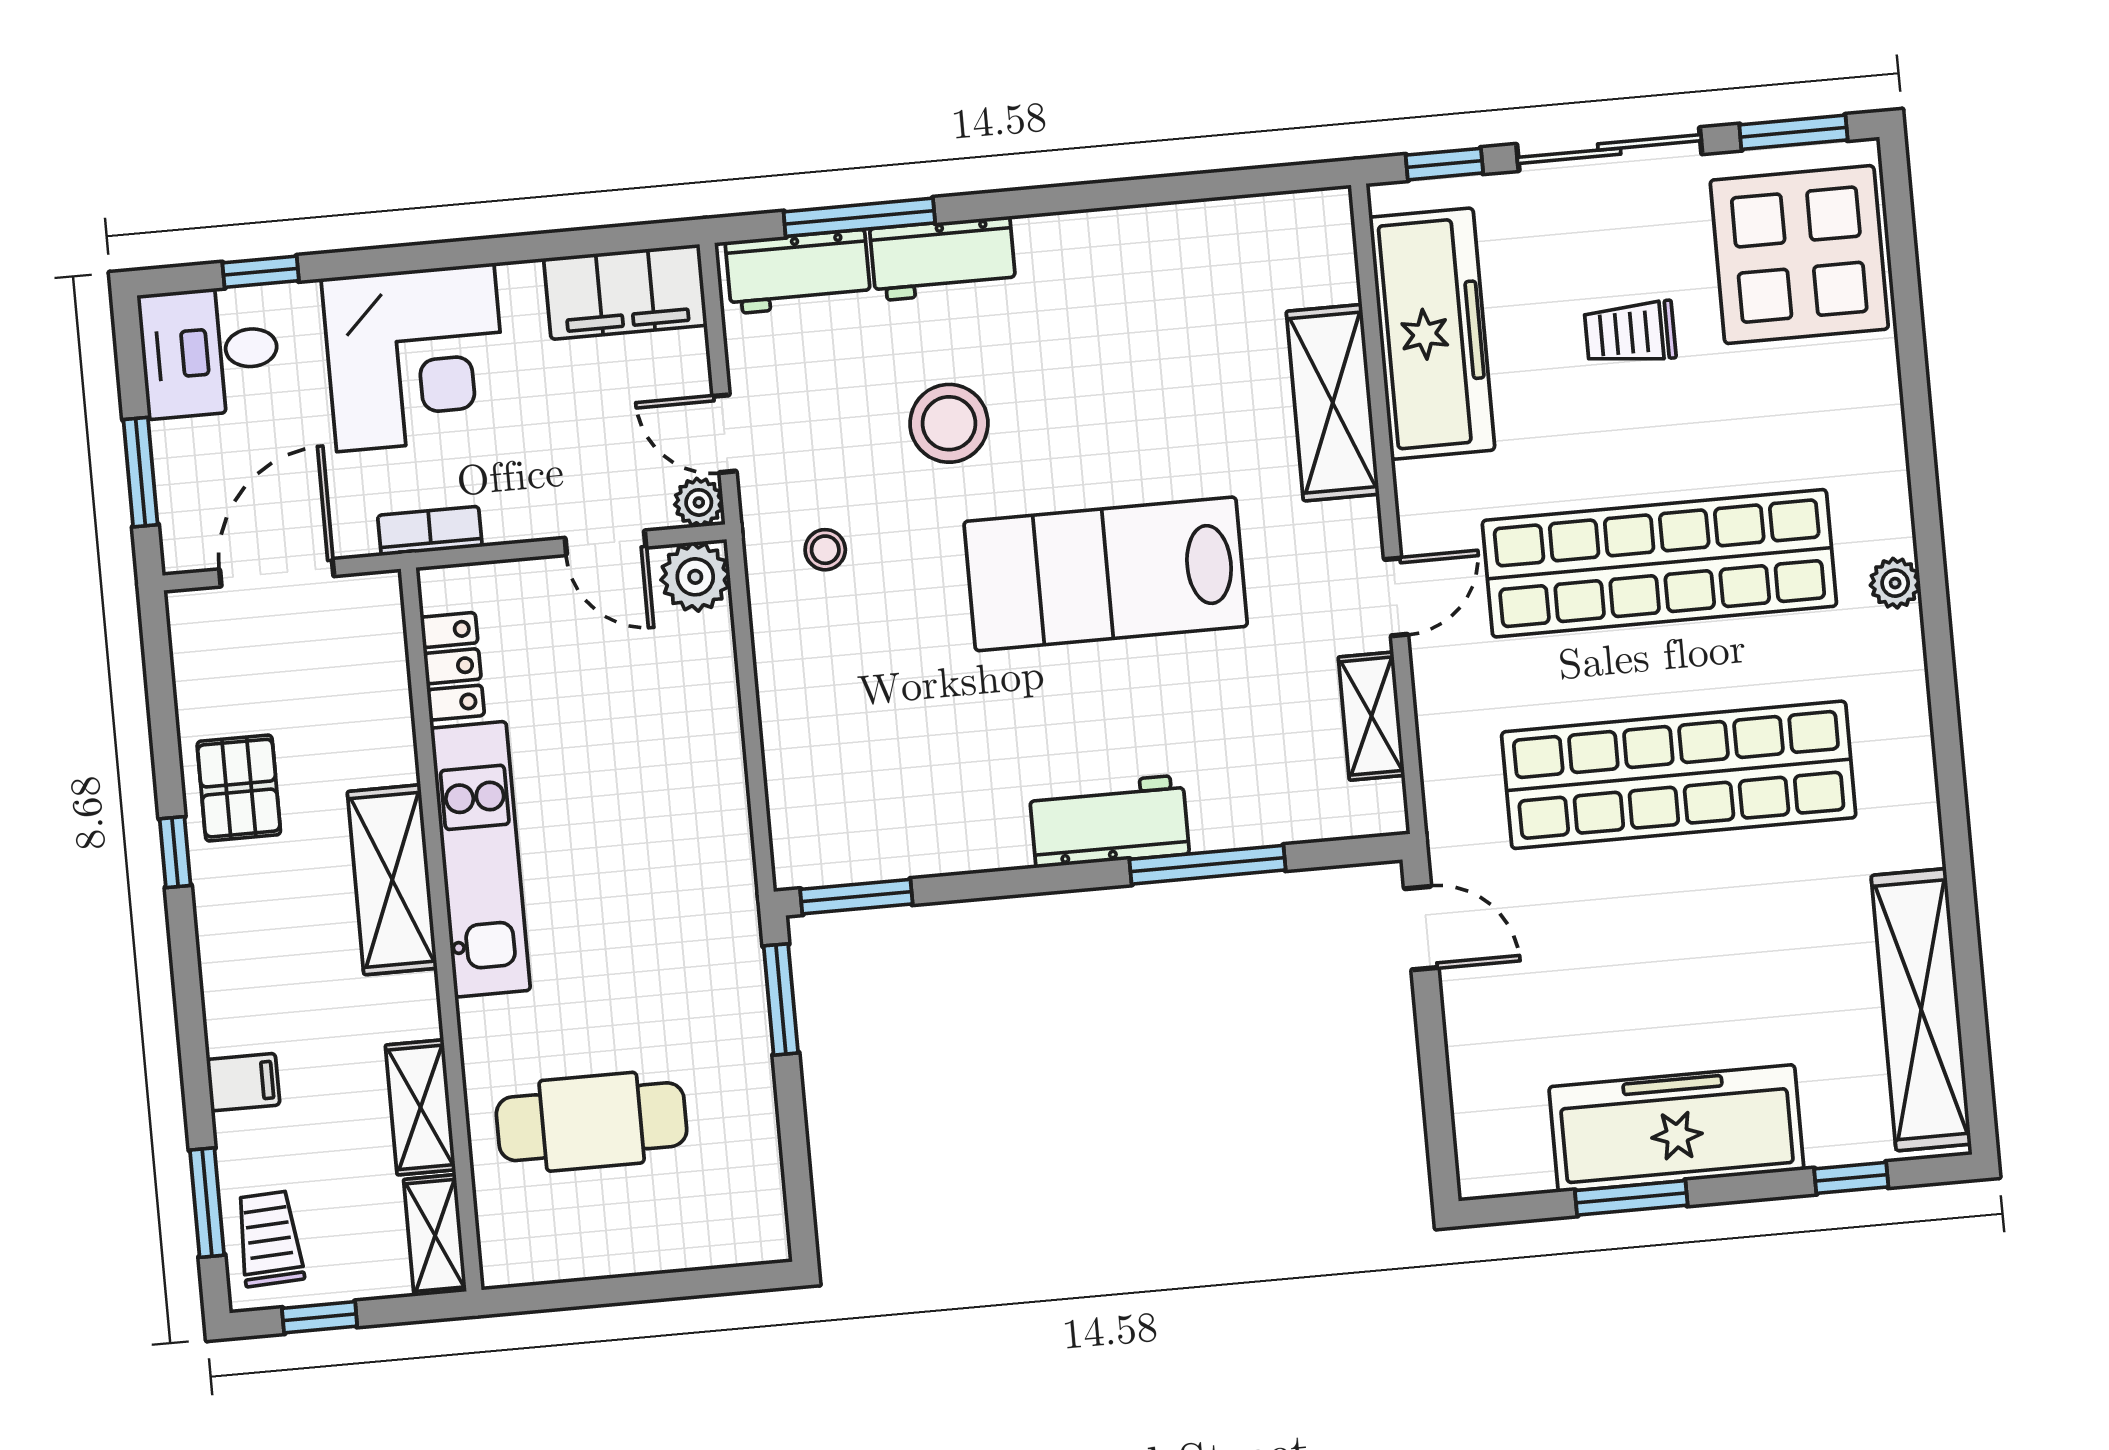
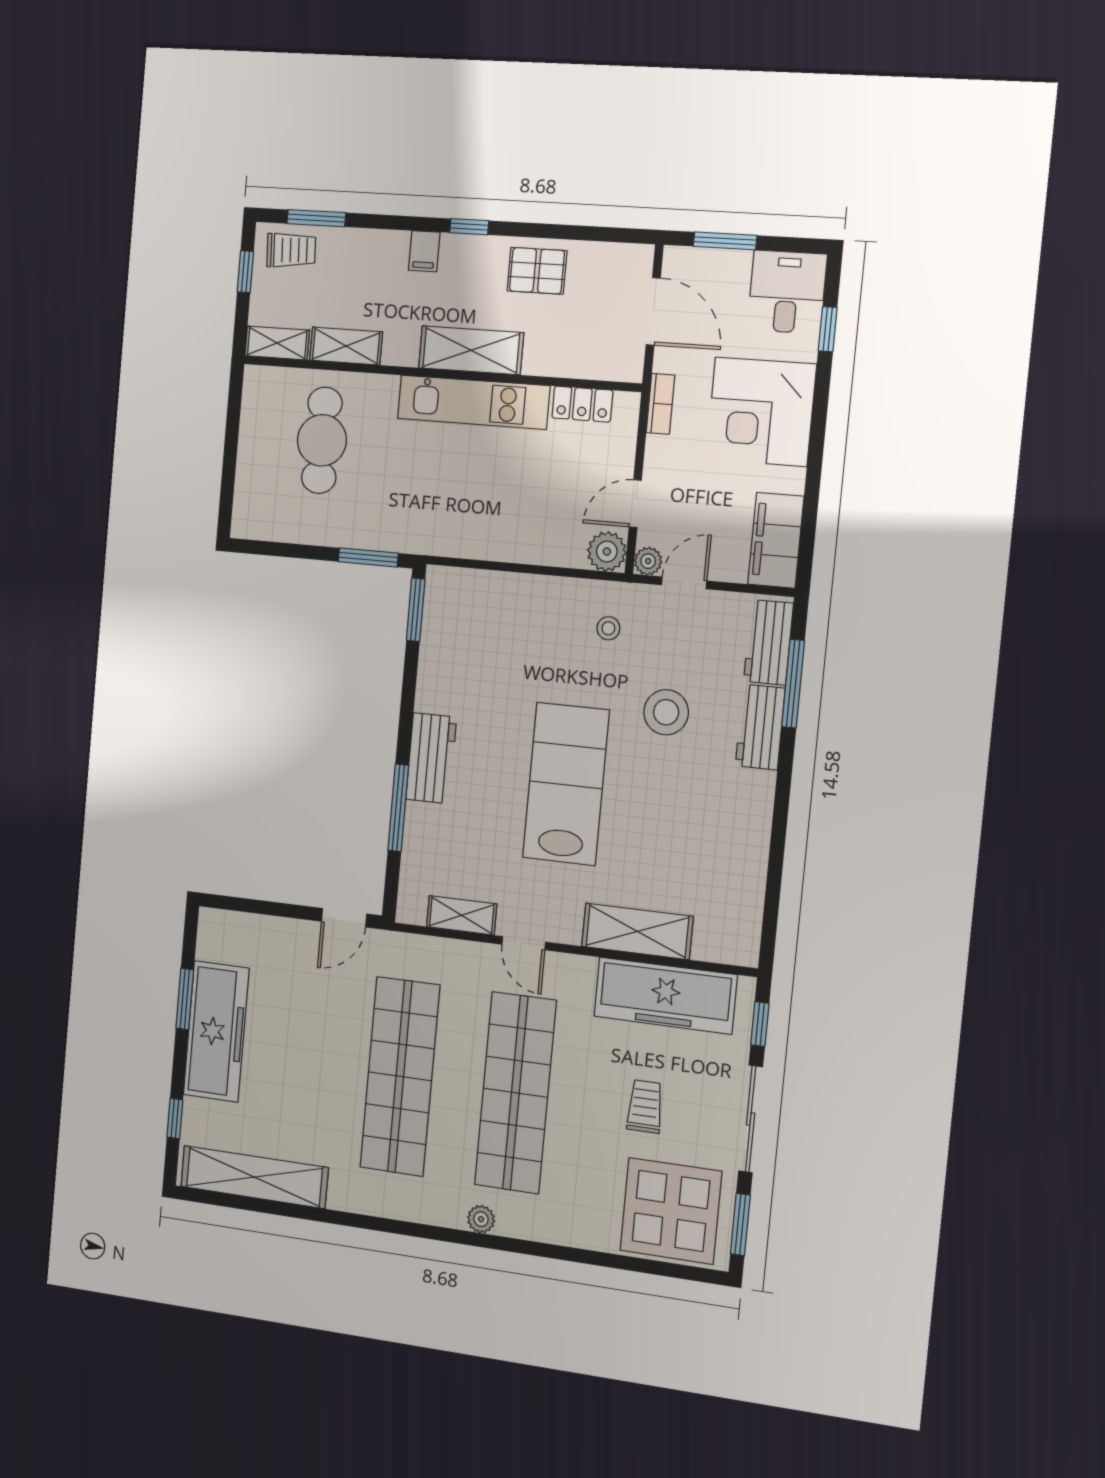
window: (175, 852) -> (469, 227), moved
filing cabinet: (243, 1082) -> (424, 251), moved

